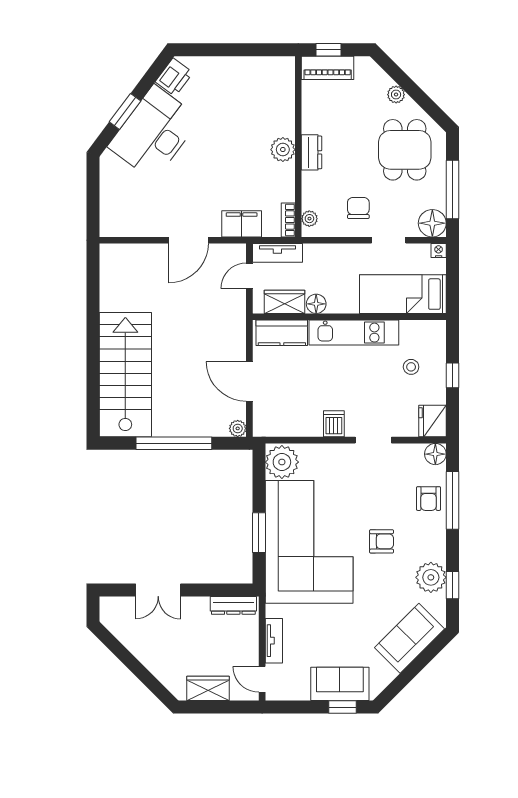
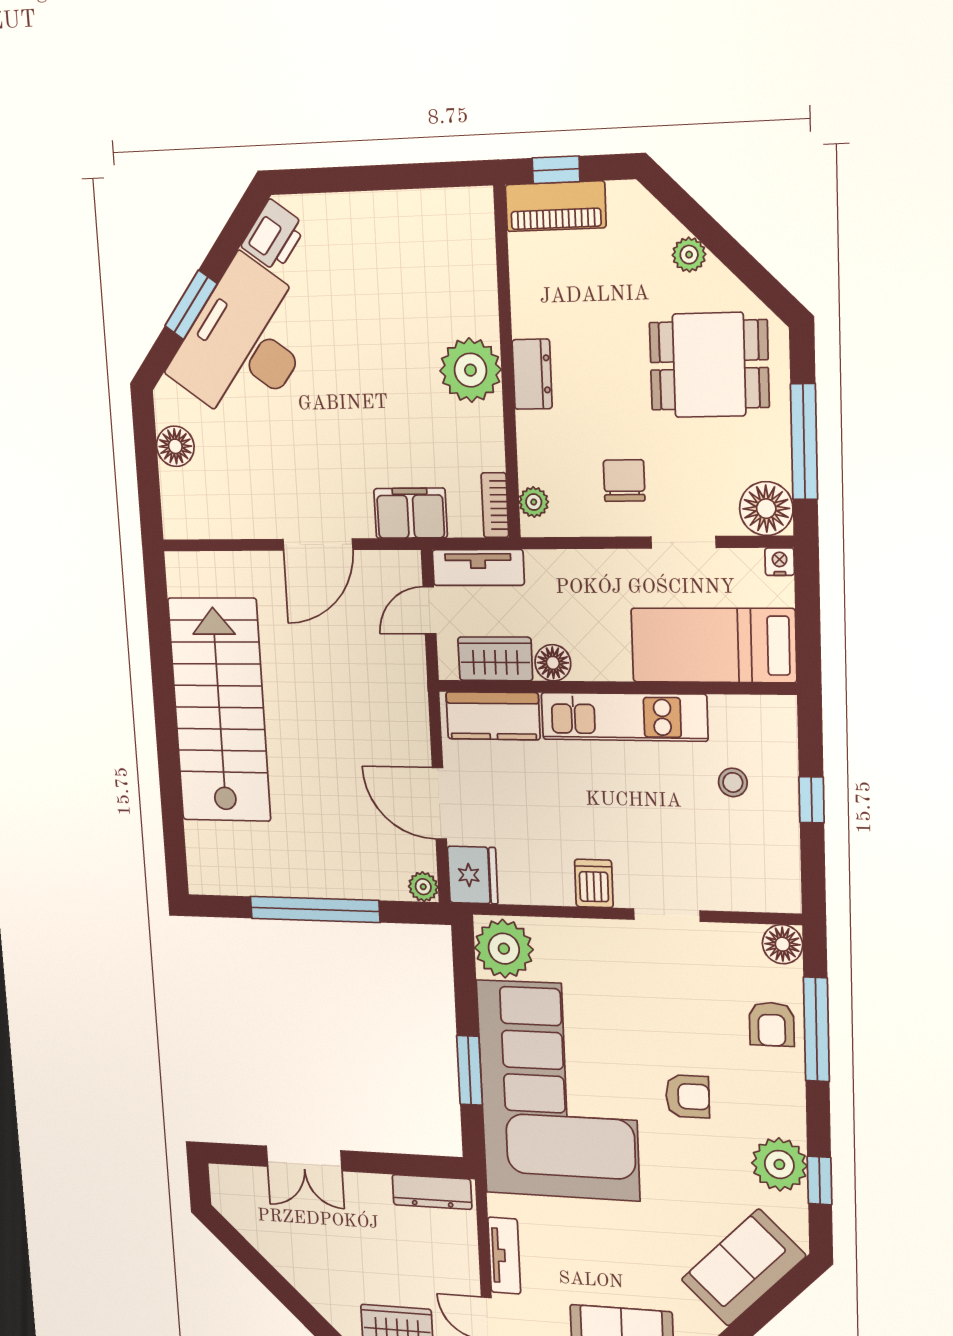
plant: (283, 150) -> (470, 370), width x1.36, depth x1.36
dining table: (405, 150) -> (709, 365), turned 90
floor lamp: (110, 186) -> (175, 446), added
stairs: (125, 375) -> (219, 710), moved
fridge: (432, 421) -> (473, 875), moved, turned 180

